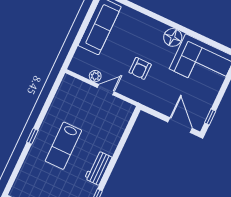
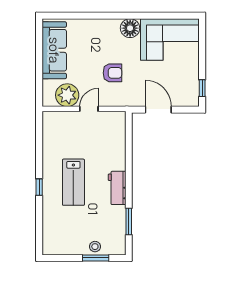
armchair: (140, 68) -> (112, 73), turned -90
plant: (95, 76) -> (67, 95), width x1.87, depth x1.87
door: (180, 125) -> (158, 110), moved

